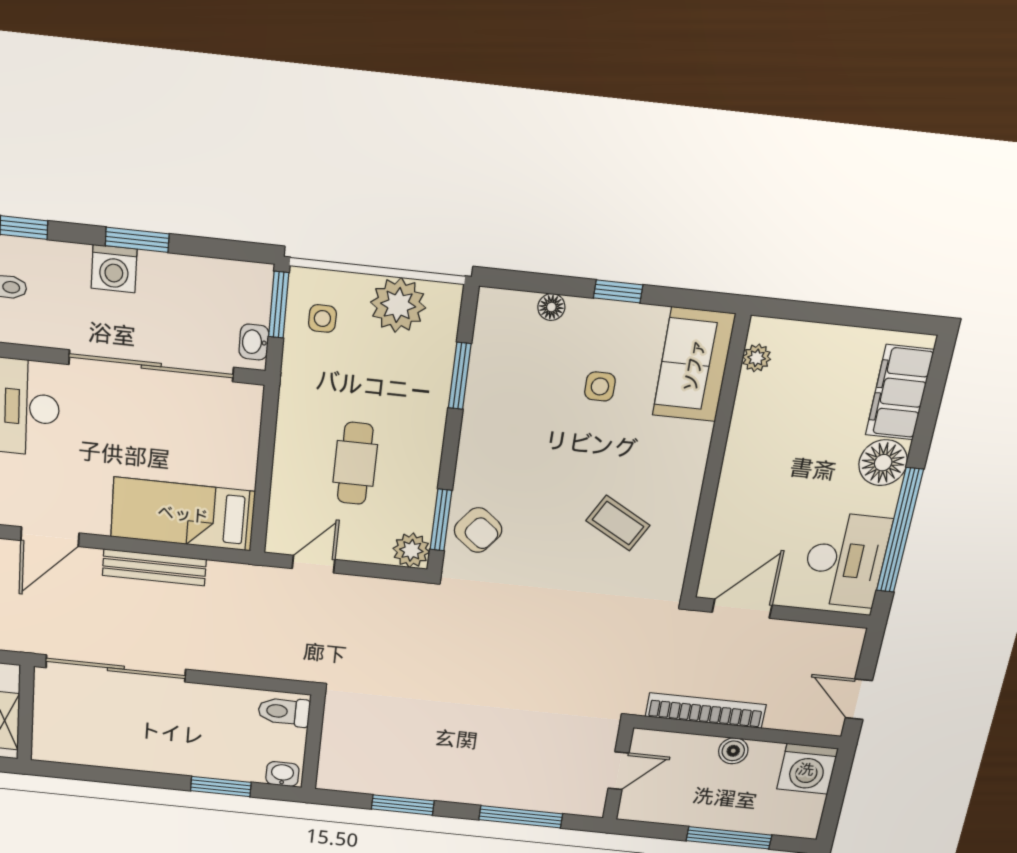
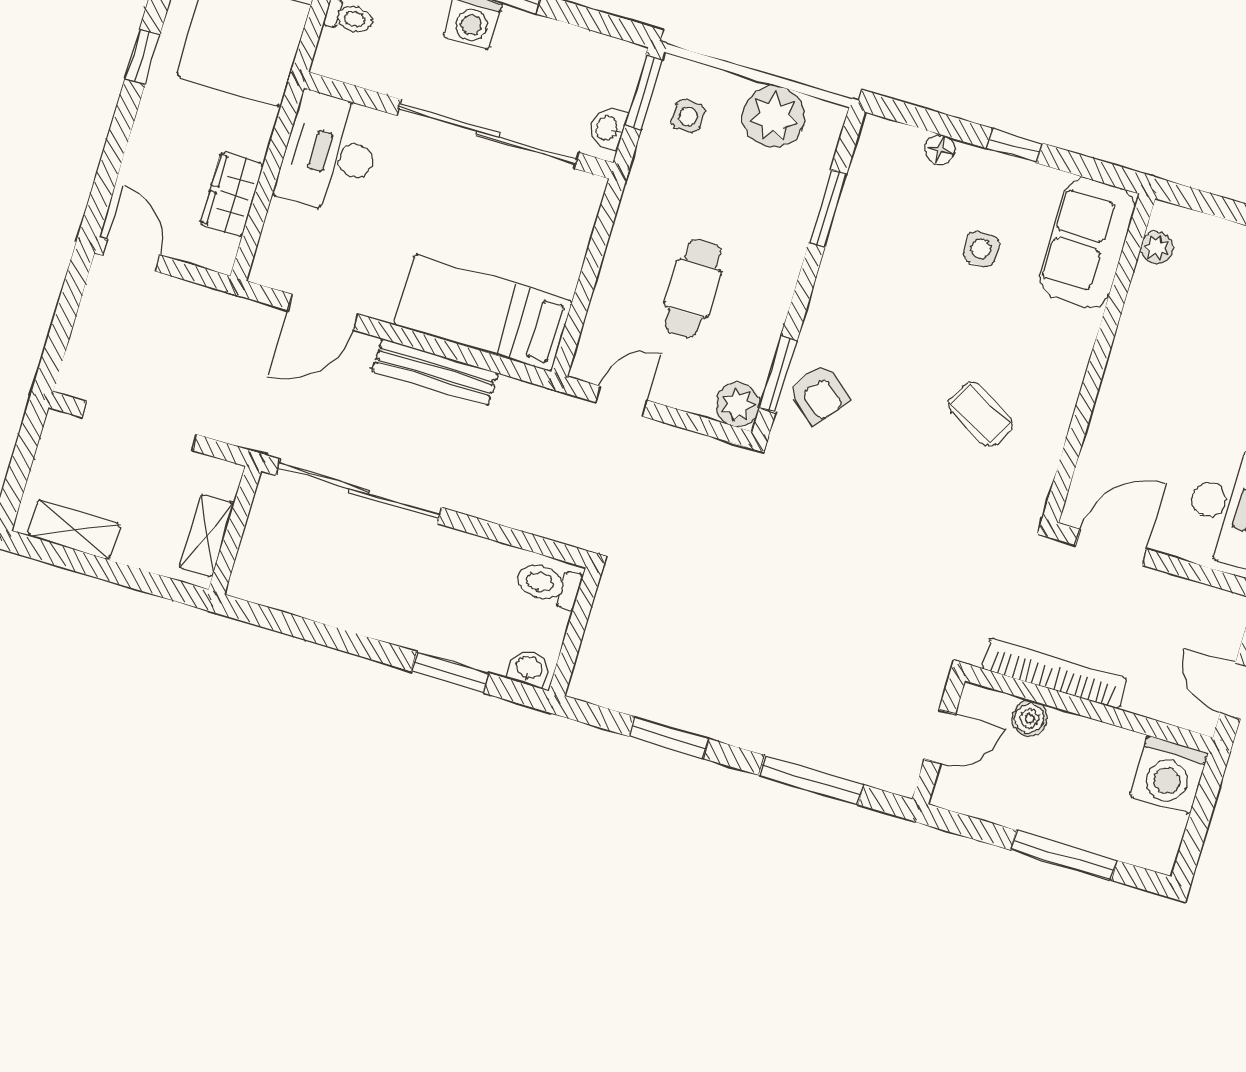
boiler: (733, 751) -> (1030, 718), moved

